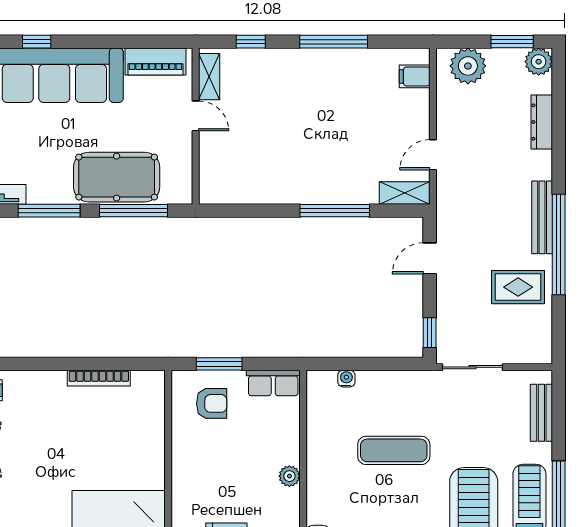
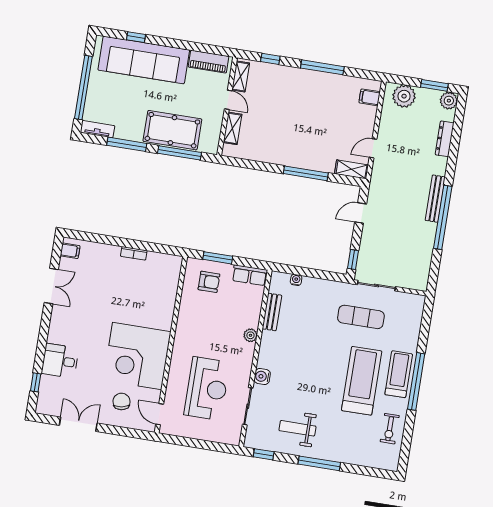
shelving: (210, 159) -> (233, 128), added
rug: (518, 287) -> (413, 240), removed
bookcase: (99, 378) -> (134, 253), width x0.64
bench: (541, 413) -> (272, 312), moved
exercise mat: (394, 450) -> (361, 317), moved

